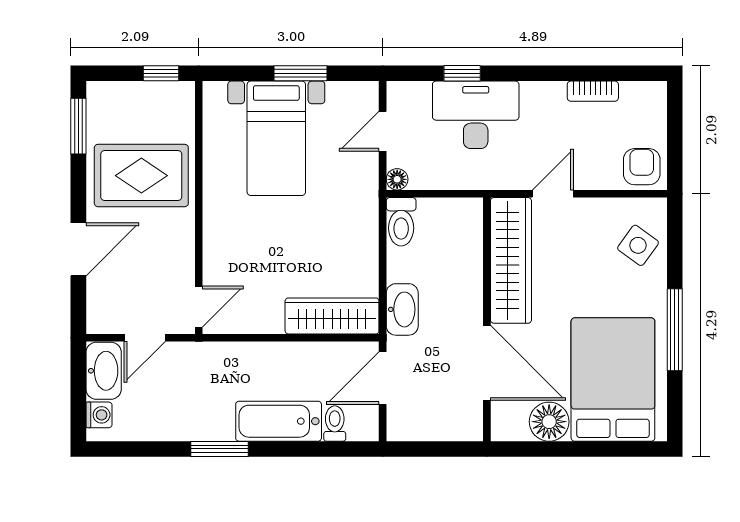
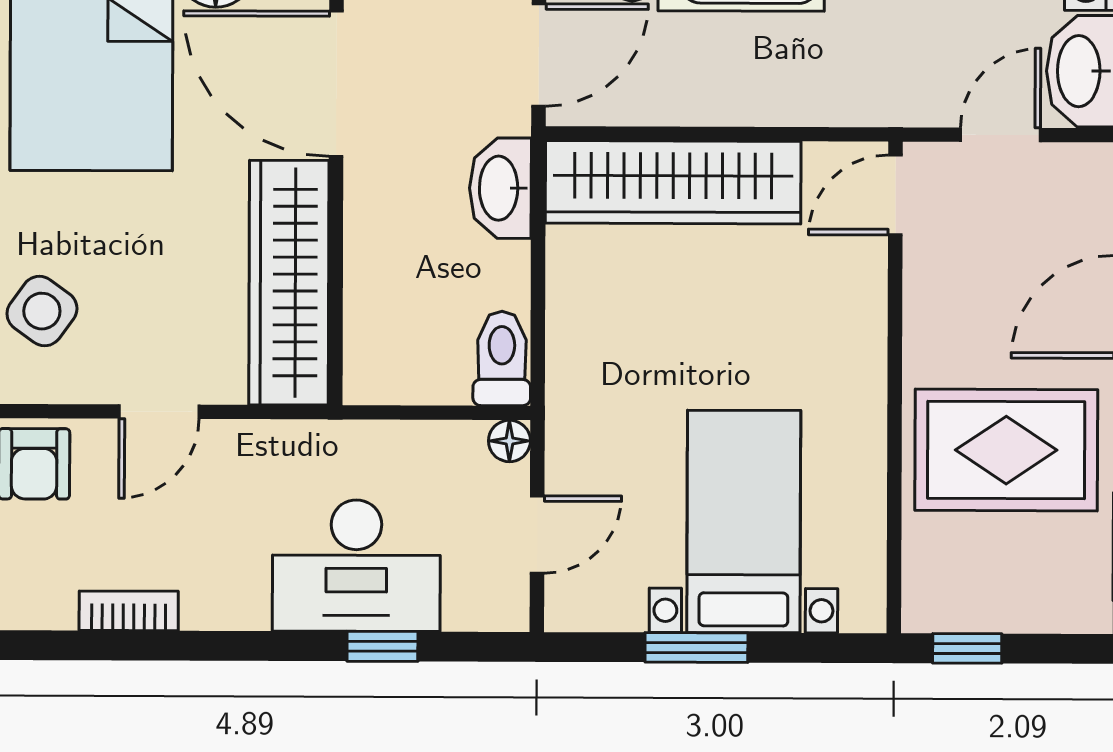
door: (553, 194) -> (159, 412), moved
wardrobe: (332, 316) -> (673, 182), width x1.40, depth x1.17

